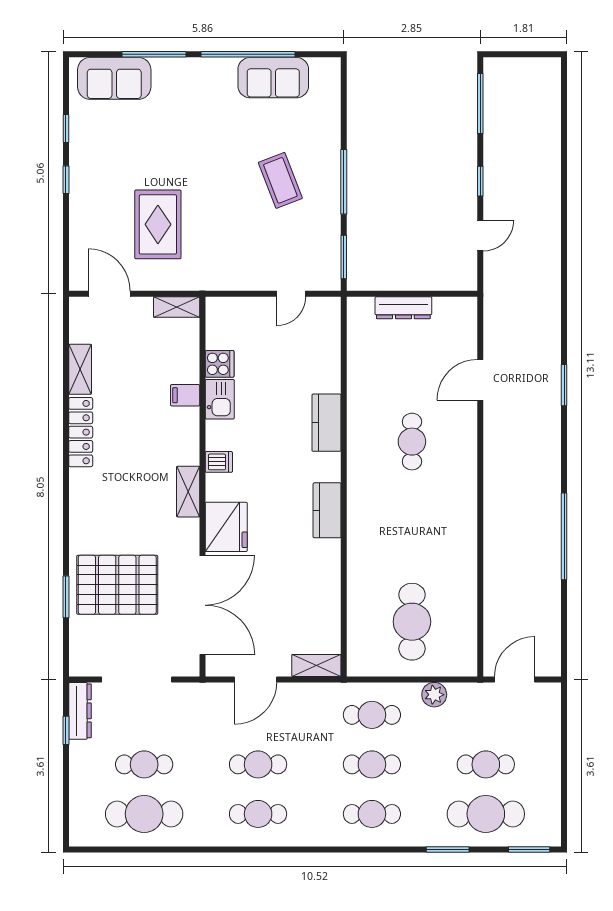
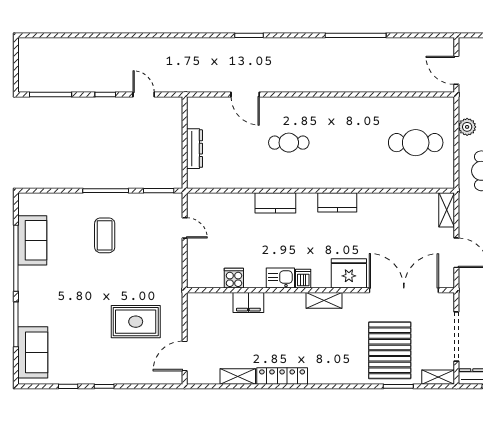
coffee table: (280, 180) -> (105, 235), turned -69
shelving: (177, 307) -> (438, 377), moved, turned 90
filing cabinet: (185, 395) -> (248, 302), width x2.00
kitchen sink: (220, 399) -> (280, 278), moved

